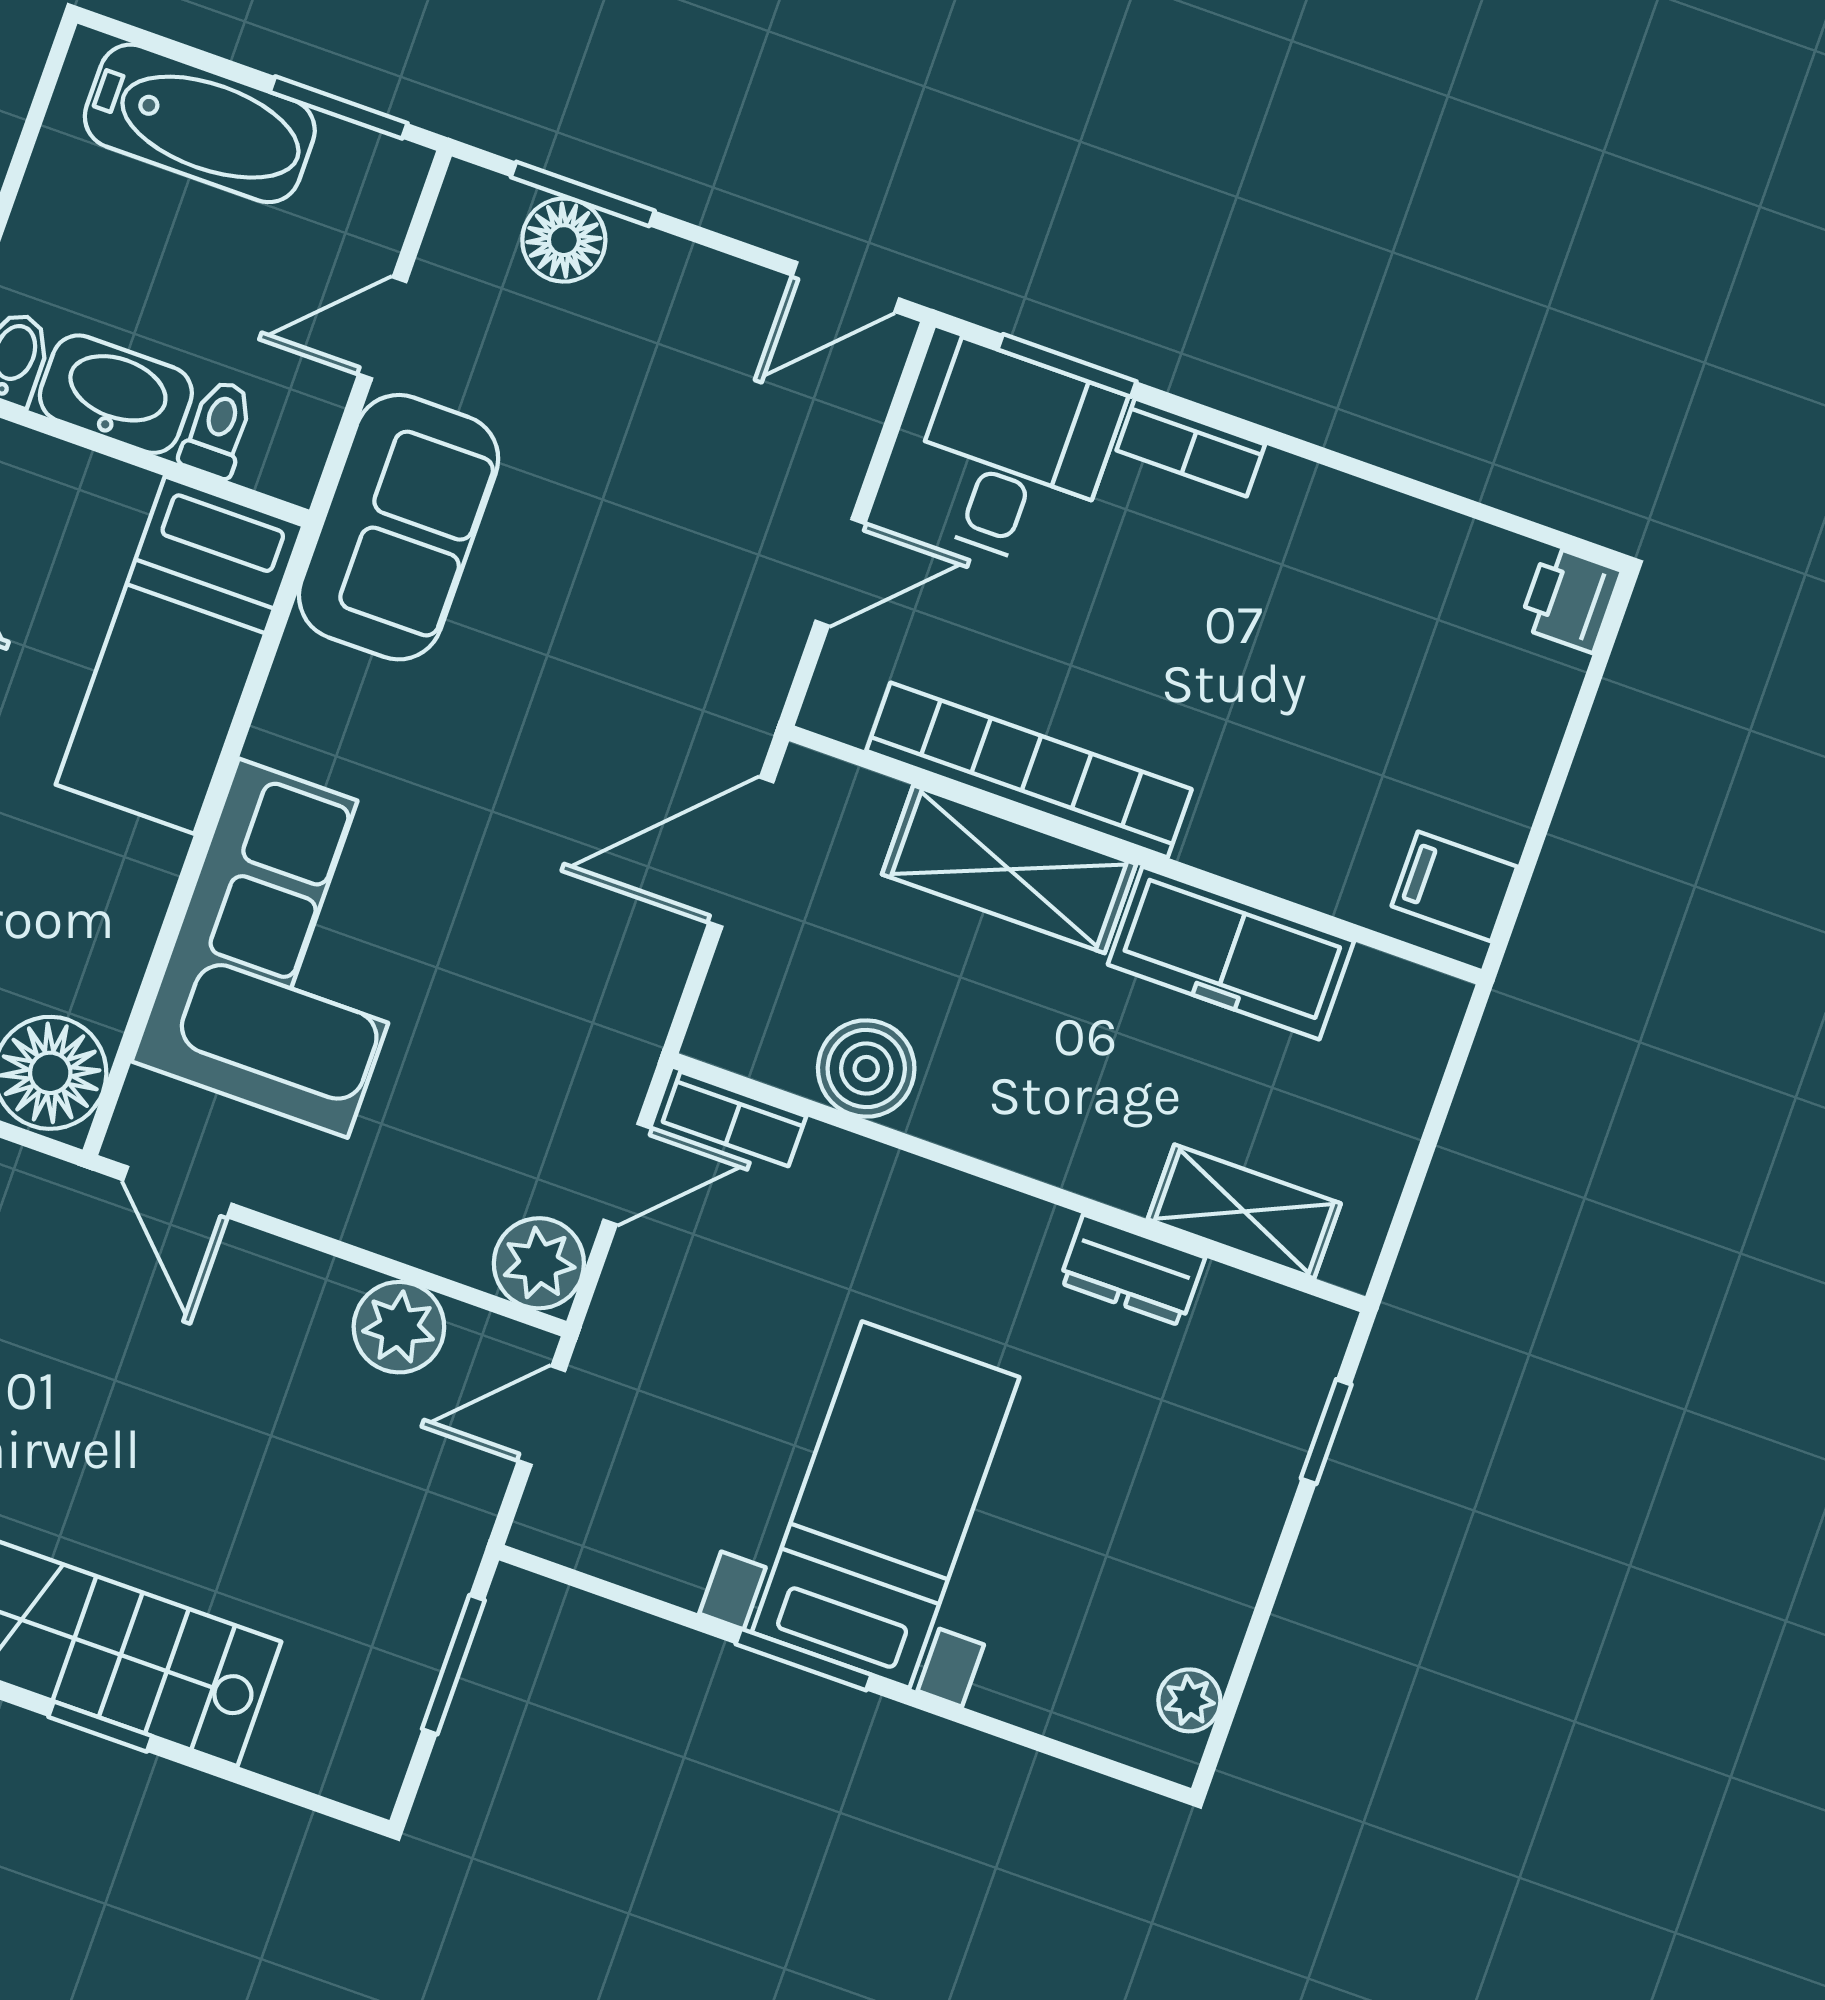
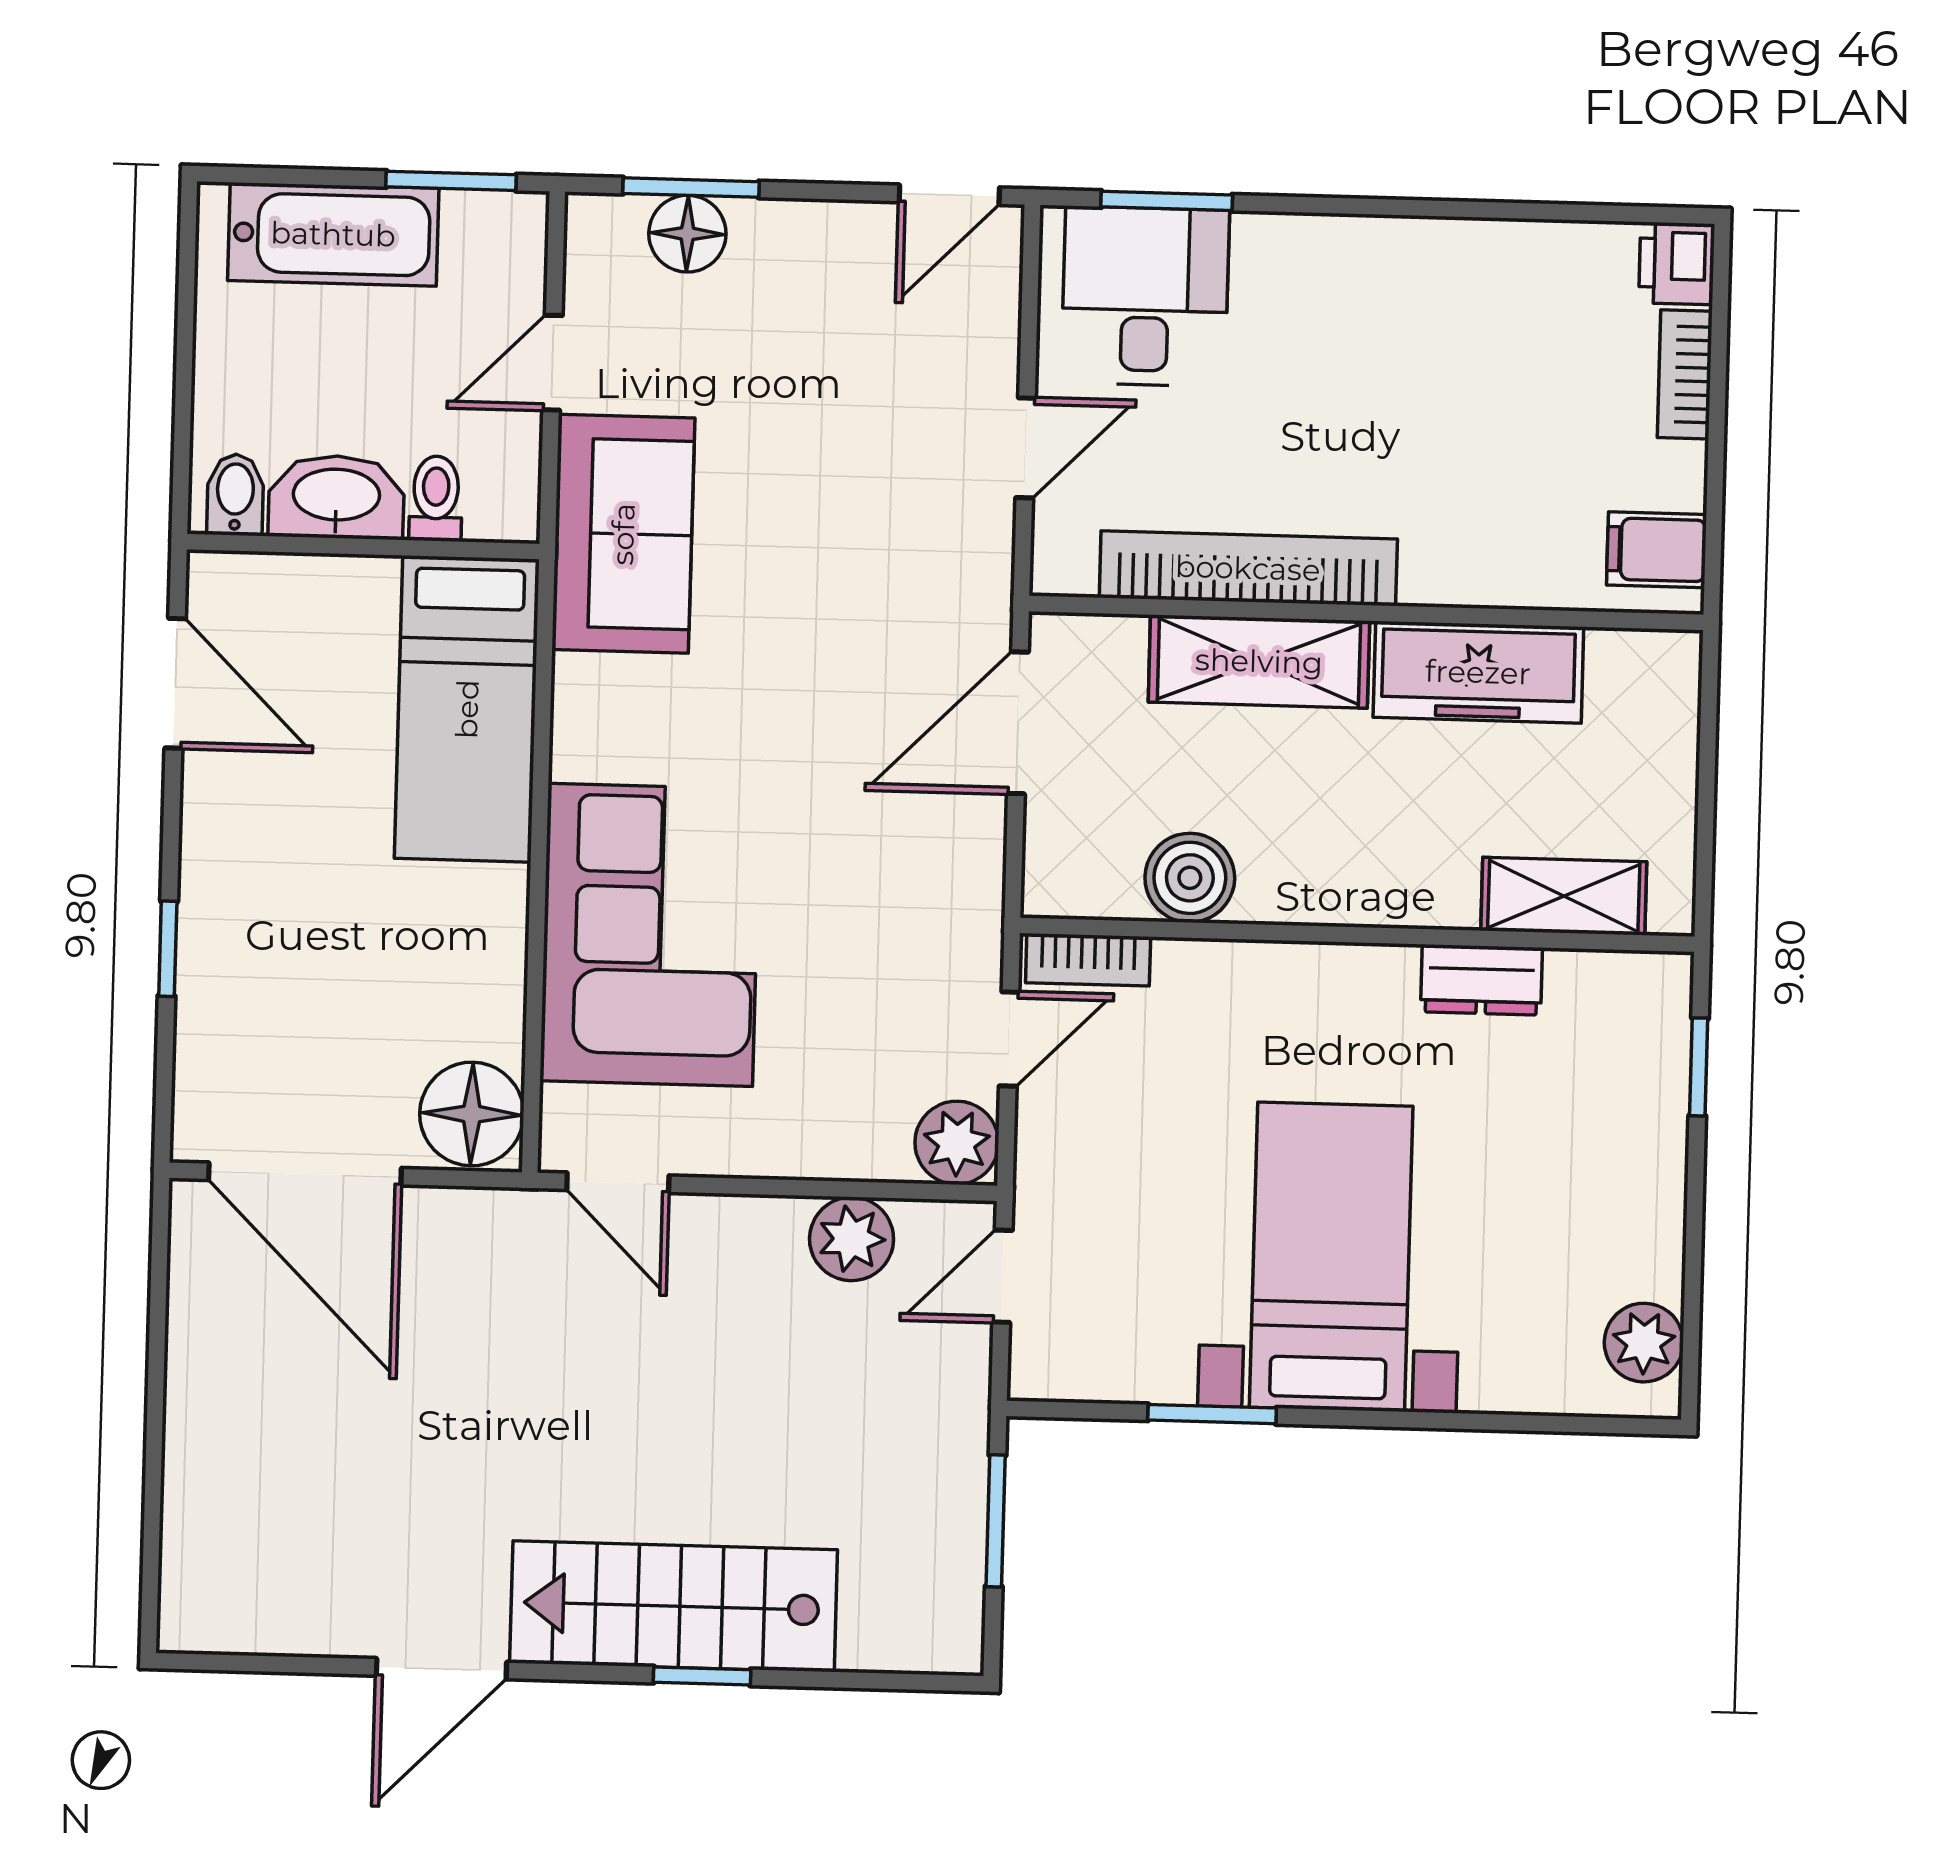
bookcase: (1191, 447) -> (1685, 374), moved, turned 90
window: (804, 1659) -> (1212, 1414), moved
plant: (1189, 1700) -> (1644, 1343), width x1.38, depth x1.38

